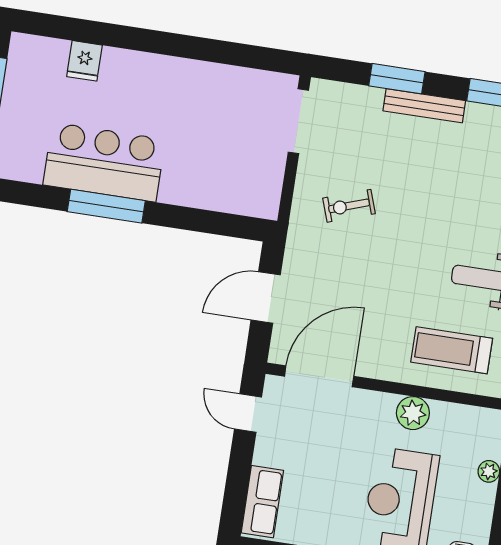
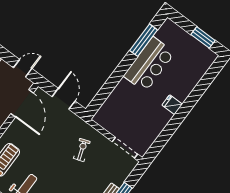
fridge: (84, 61) -> (172, 105), moved
window: (106, 206) -> (144, 40), moved

